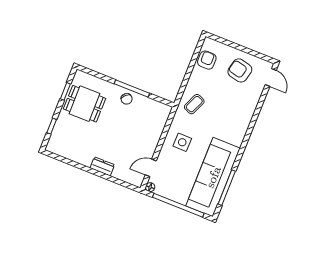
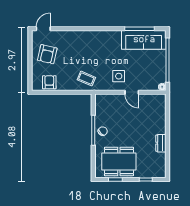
armchair: (207, 60) -> (49, 82), turned 90
dining table: (85, 104) -> (119, 161), width x1.38
dresser: (102, 166) -> (161, 143), moved
door: (151, 168) -> (132, 92), moved
sofa: (213, 177) -> (144, 40), width x0.74, depth x0.79

